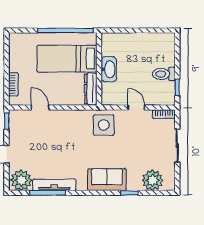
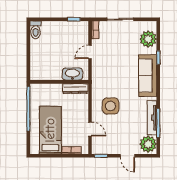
bed: (67, 59) -> (50, 130), moved, turned 180
washbasin: (109, 69) -> (72, 74), moved
toilet: (164, 74) -> (36, 30), moved
door: (40, 107) -> (90, 129), swing flipped
side table: (104, 125) -> (111, 106), moved
sofa: (107, 180) -> (148, 76), width x1.36

